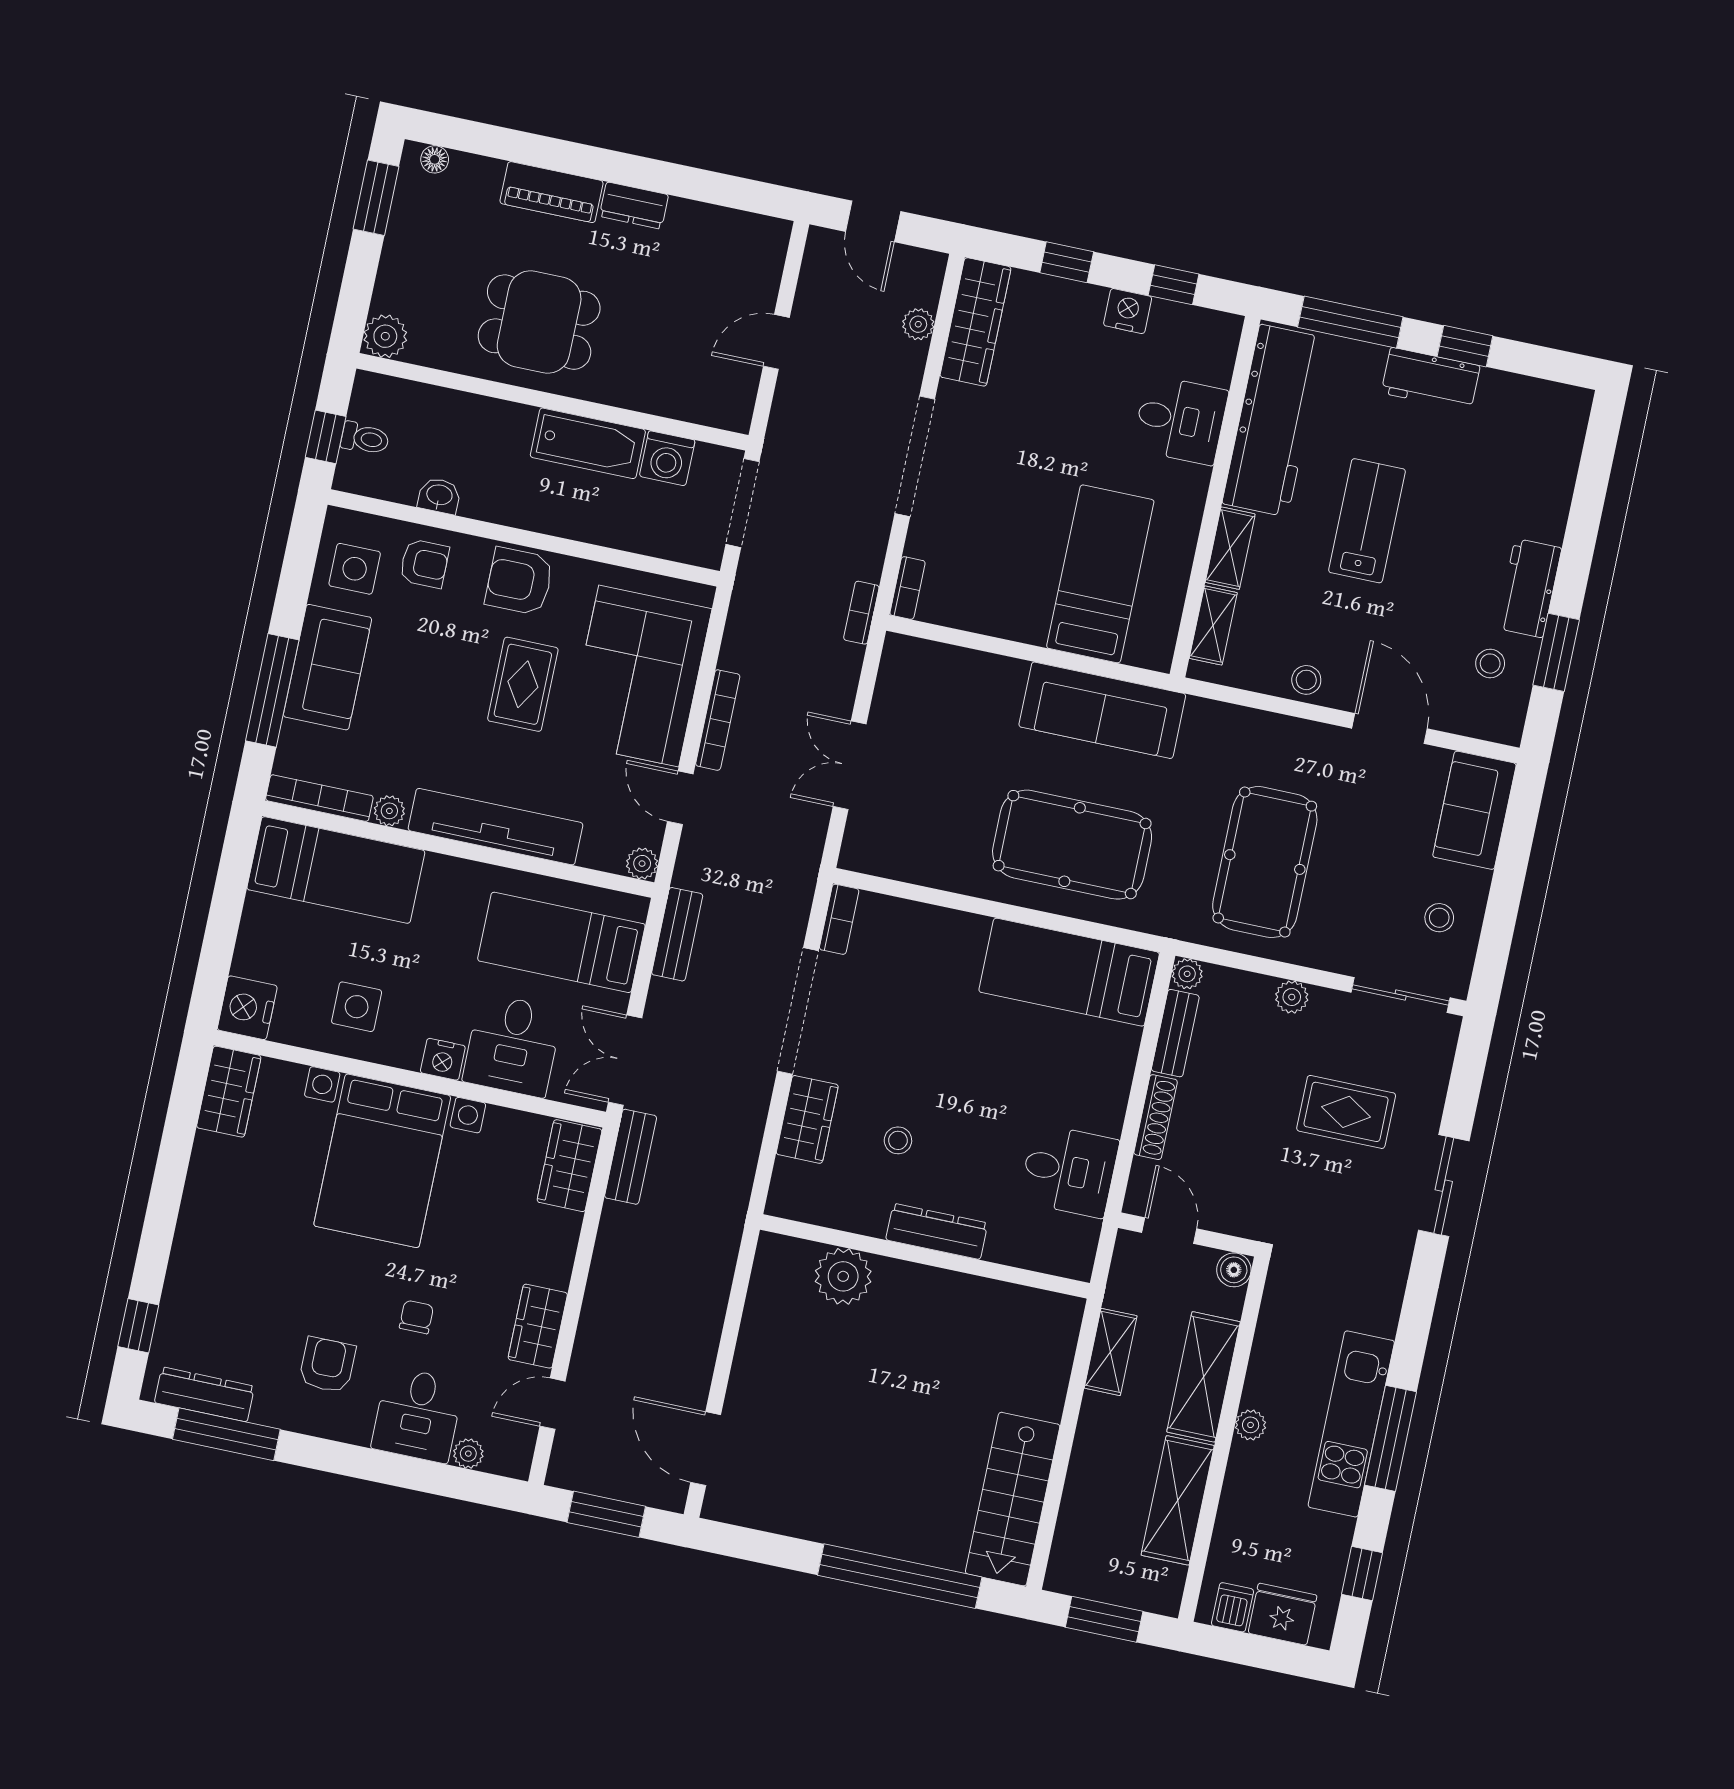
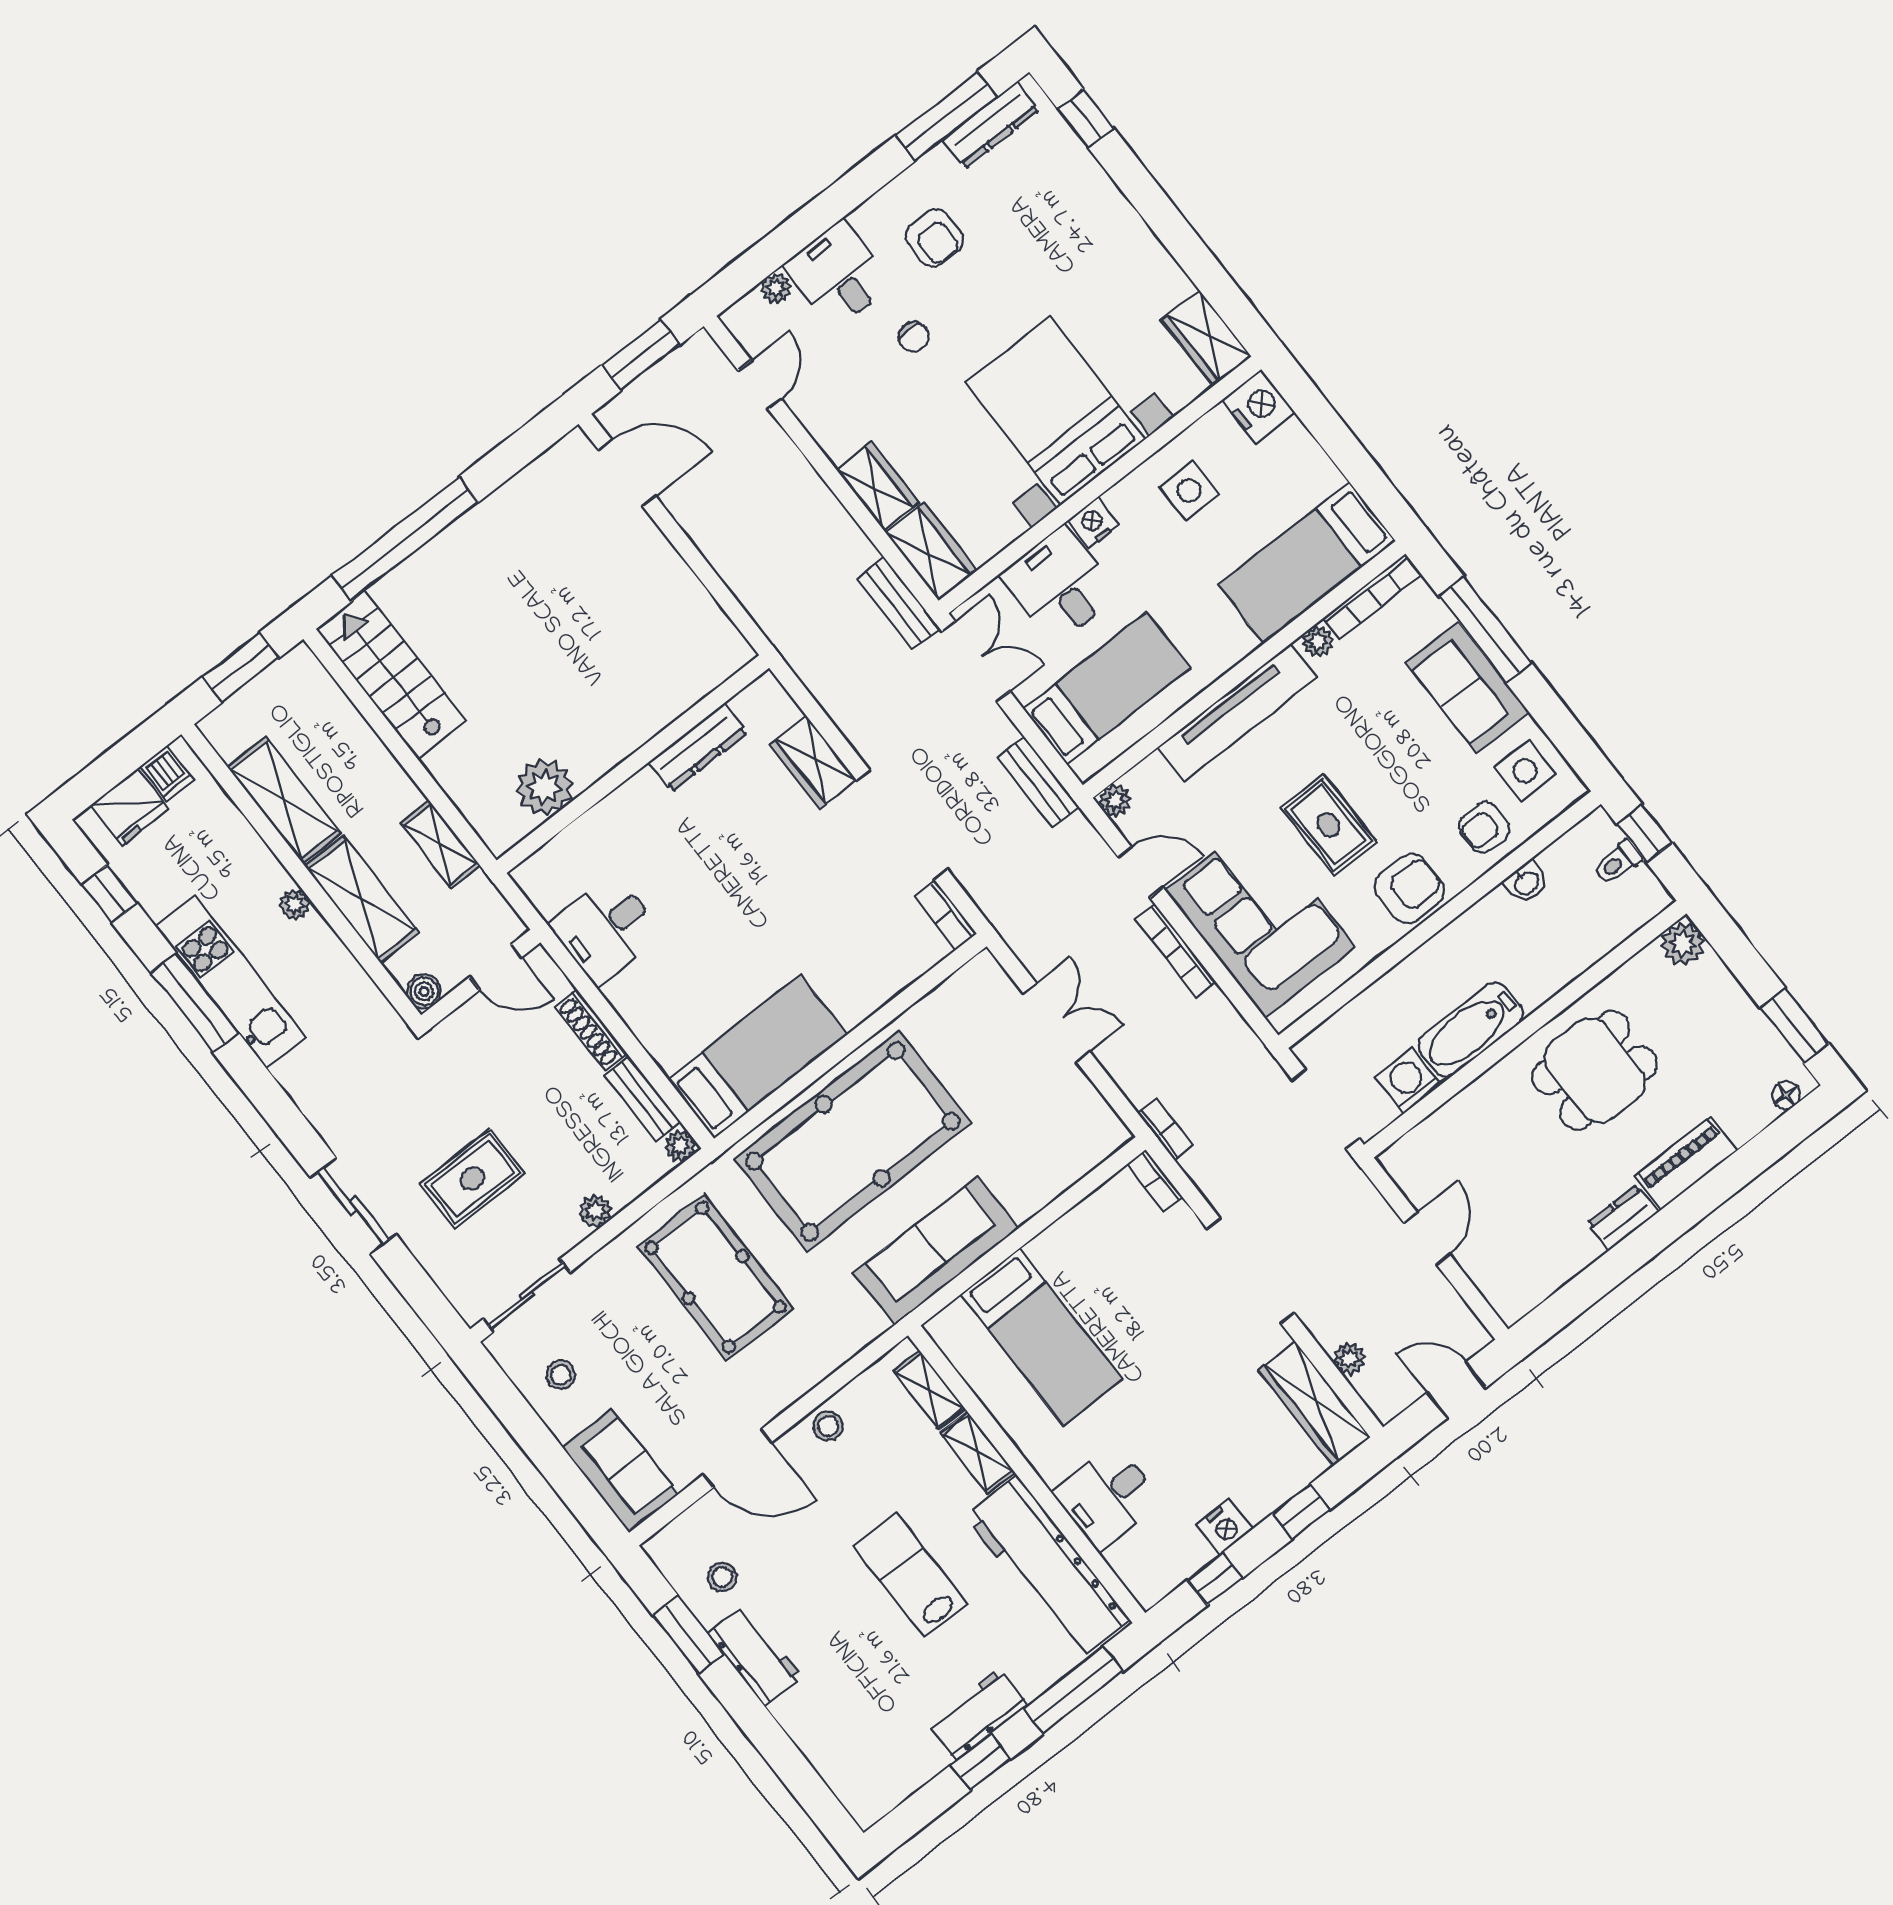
lab bench: (1367, 521) -> (911, 1575), turned 180
pool table: (1072, 845) -> (853, 1141), width x1.36, depth x1.32
stool: (898, 1140) -> (739, 818), removed
dresser: (937, 1231) -> (698, 748), moved
plant: (843, 1276) -> (544, 787), moved
wardrobe: (538, 1326) -> (877, 486), moved

